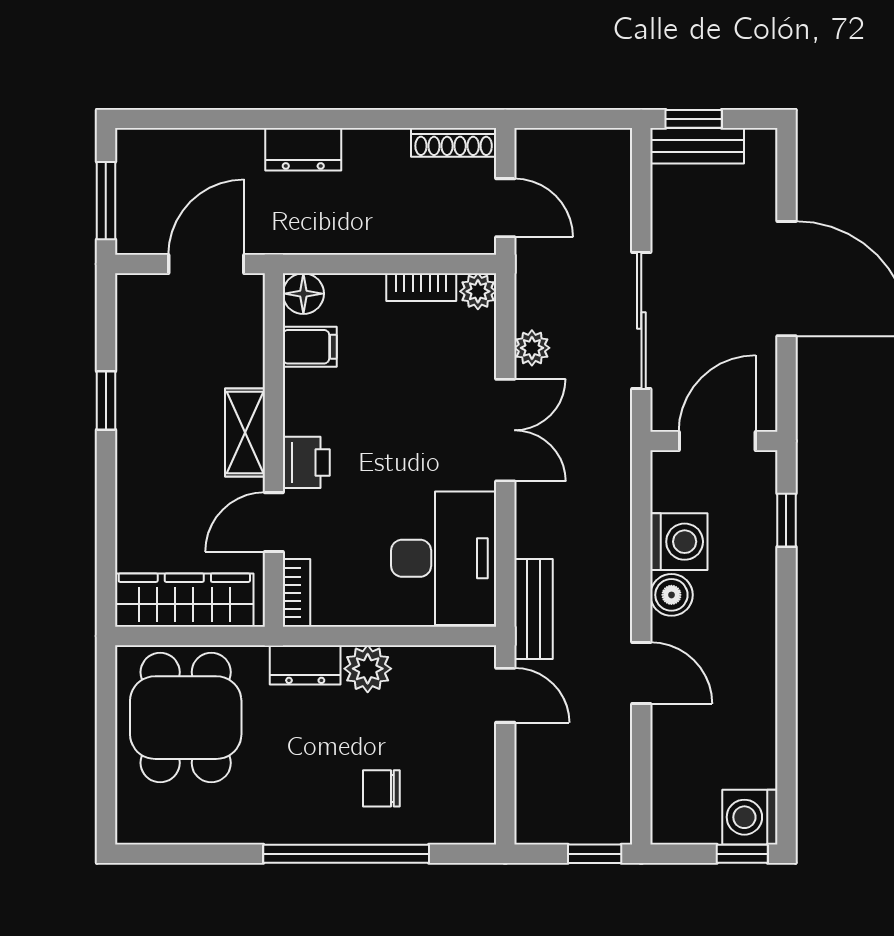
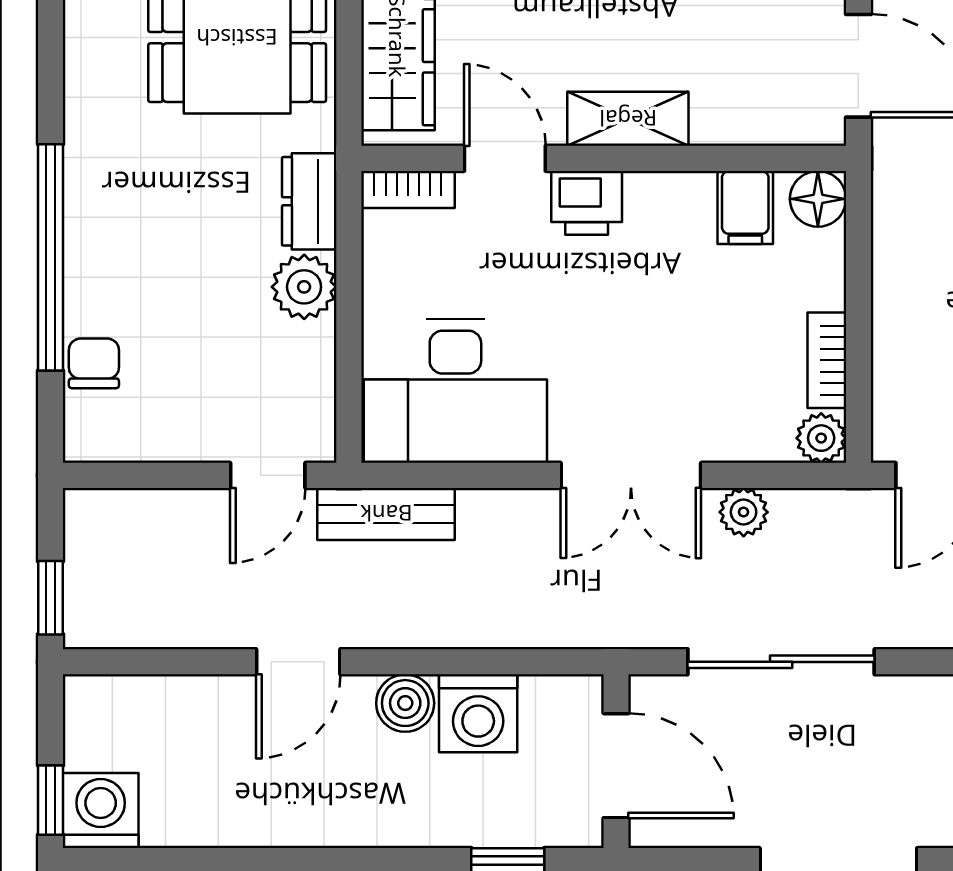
chair: (381, 788) -> (94, 363), moved

